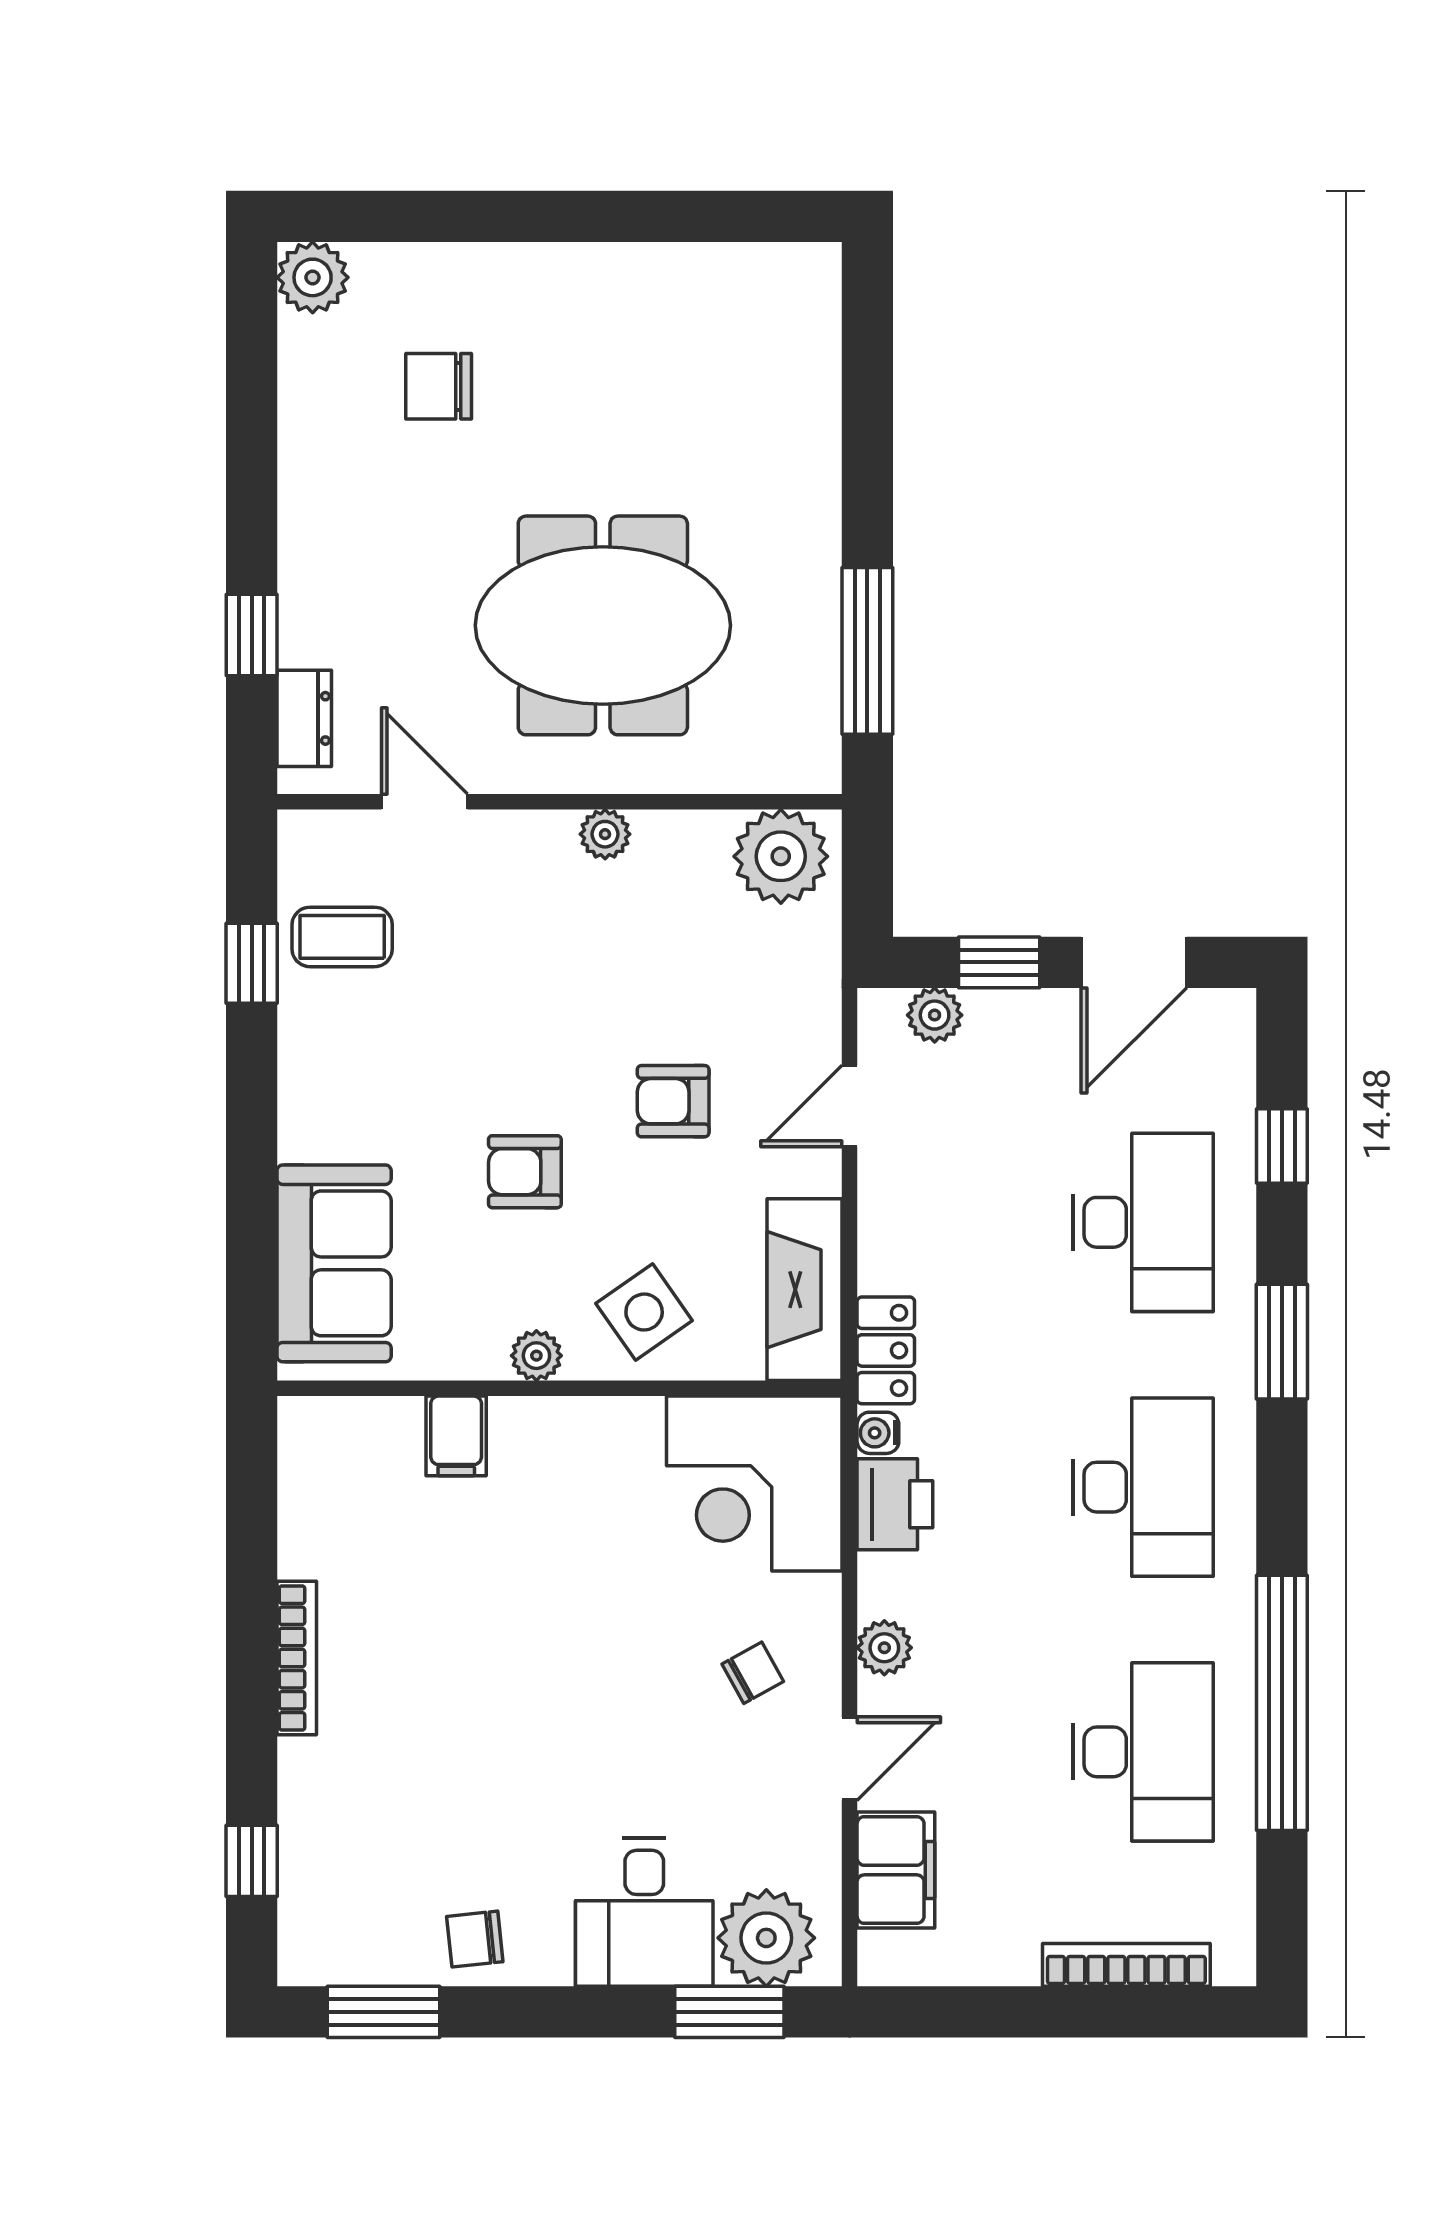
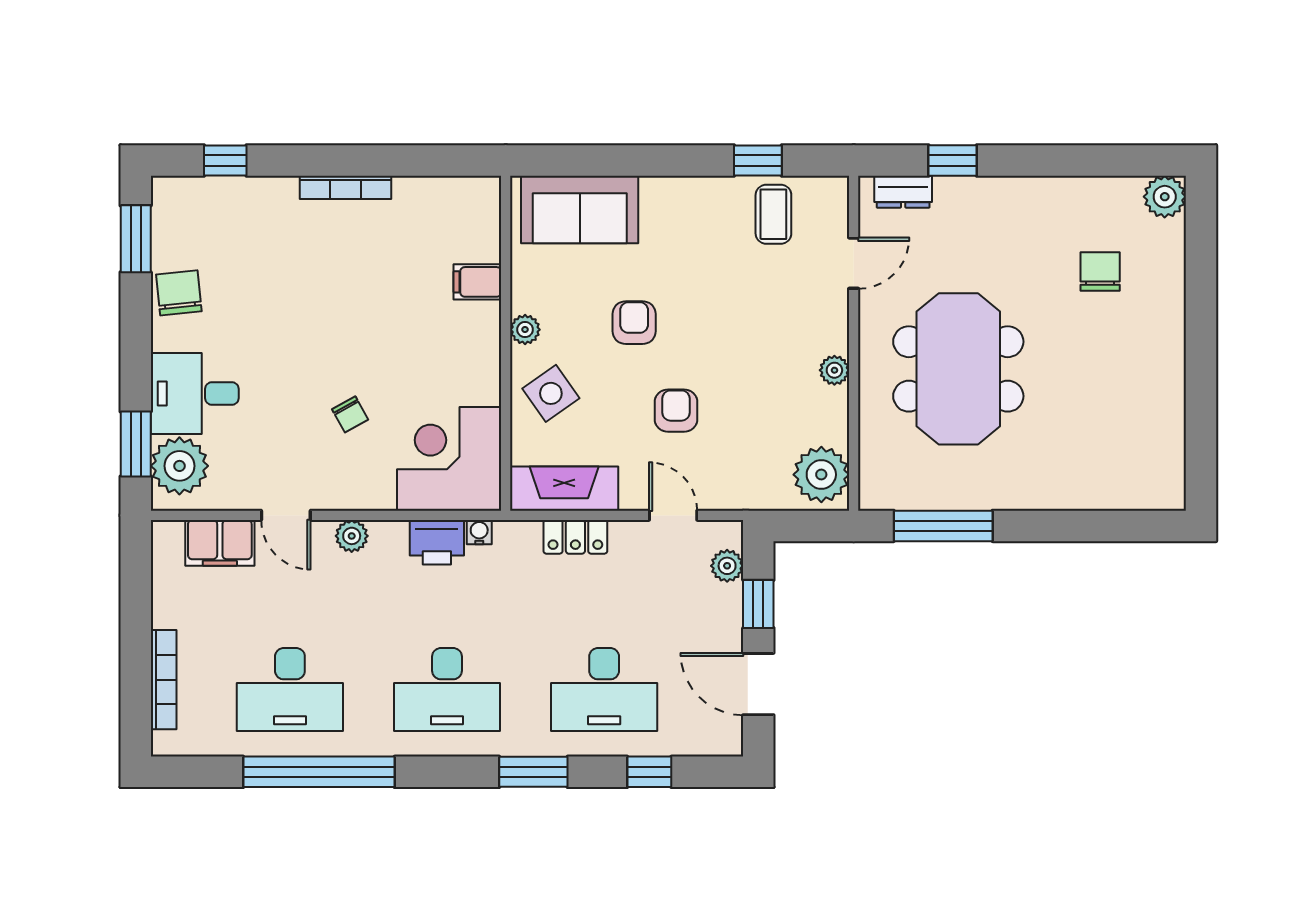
locker: (886, 1350) -> (575, 537), moved
chair: (753, 1673) -> (350, 414), moved
chair: (475, 1939) -> (179, 293), width x1.37, depth x1.37

